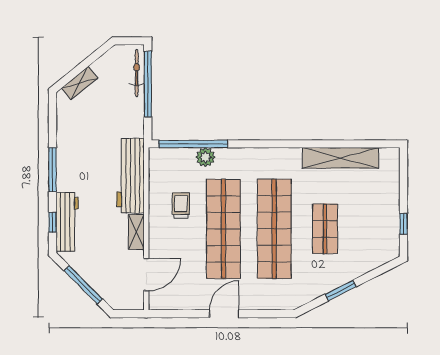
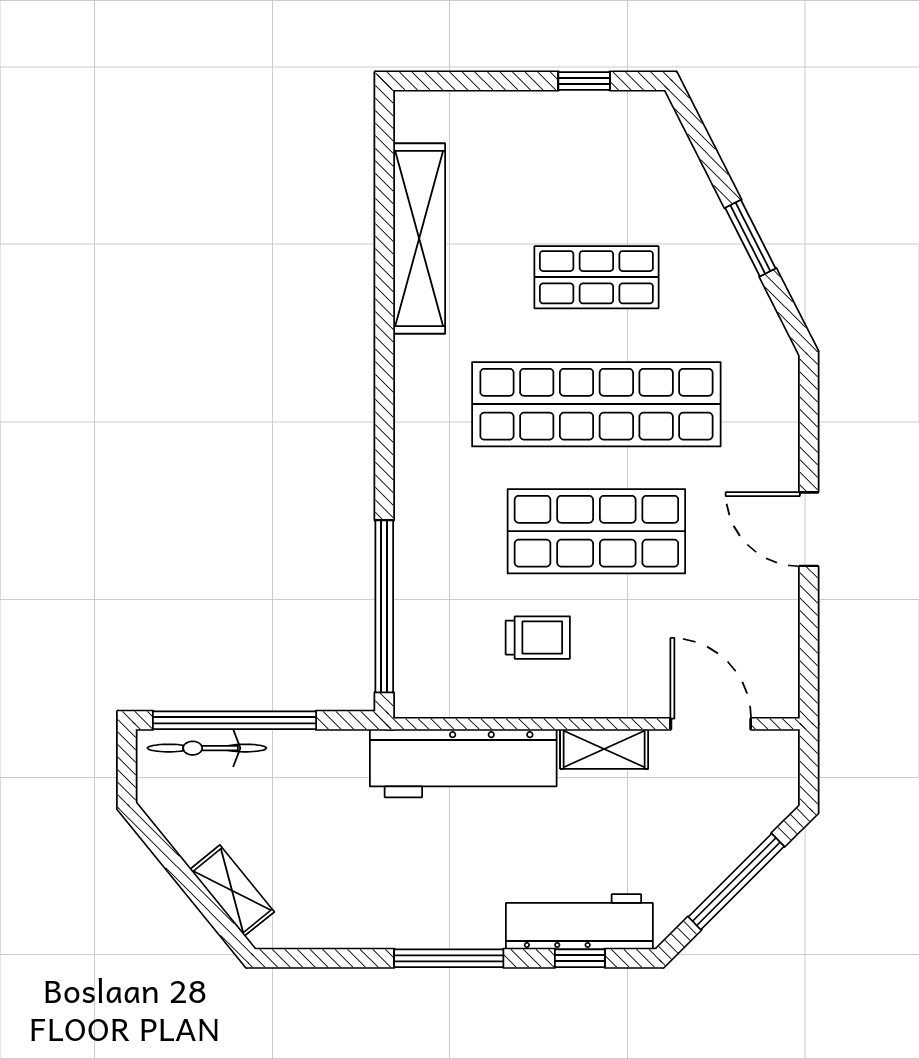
plant: (205, 157) -> (417, 576), removed
trolley: (181, 205) -> (538, 638), turned 180
shop shelf: (223, 229) -> (596, 531), width x0.71

